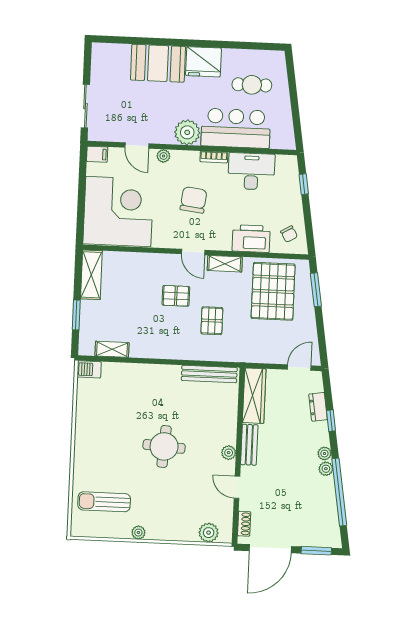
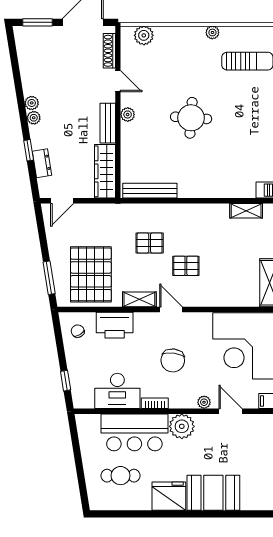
pallet: (212, 321) -> (150, 243), turned 90
window: (339, 492) -> (18, 81), removed
shoe rack: (244, 524) -> (109, 51), width x1.43

